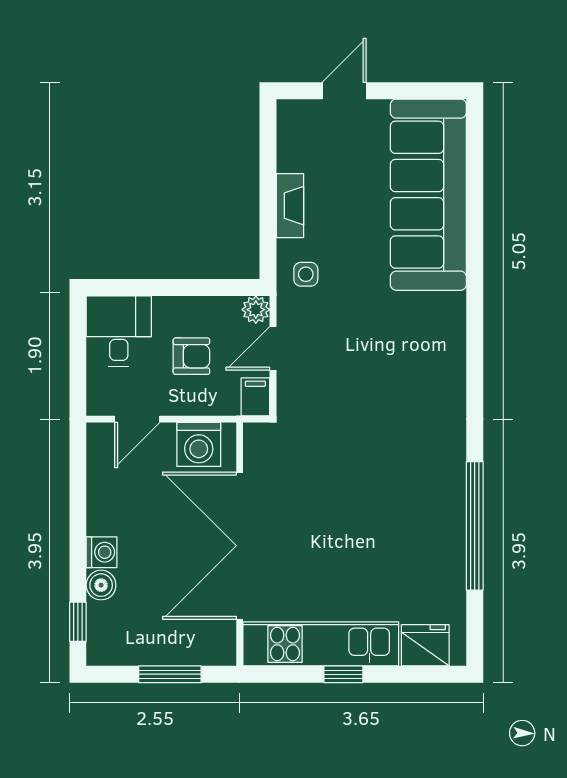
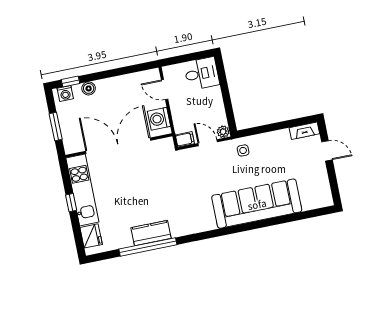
sofa: (428, 195) -> (257, 204), moved
fireplace: (290, 206) -> (304, 131), moved
armchair: (191, 356) -> (197, 108), removed
kitchen counter: (446, 513) -> (151, 233), added
washing machine: (102, 552) -> (65, 93), moved

